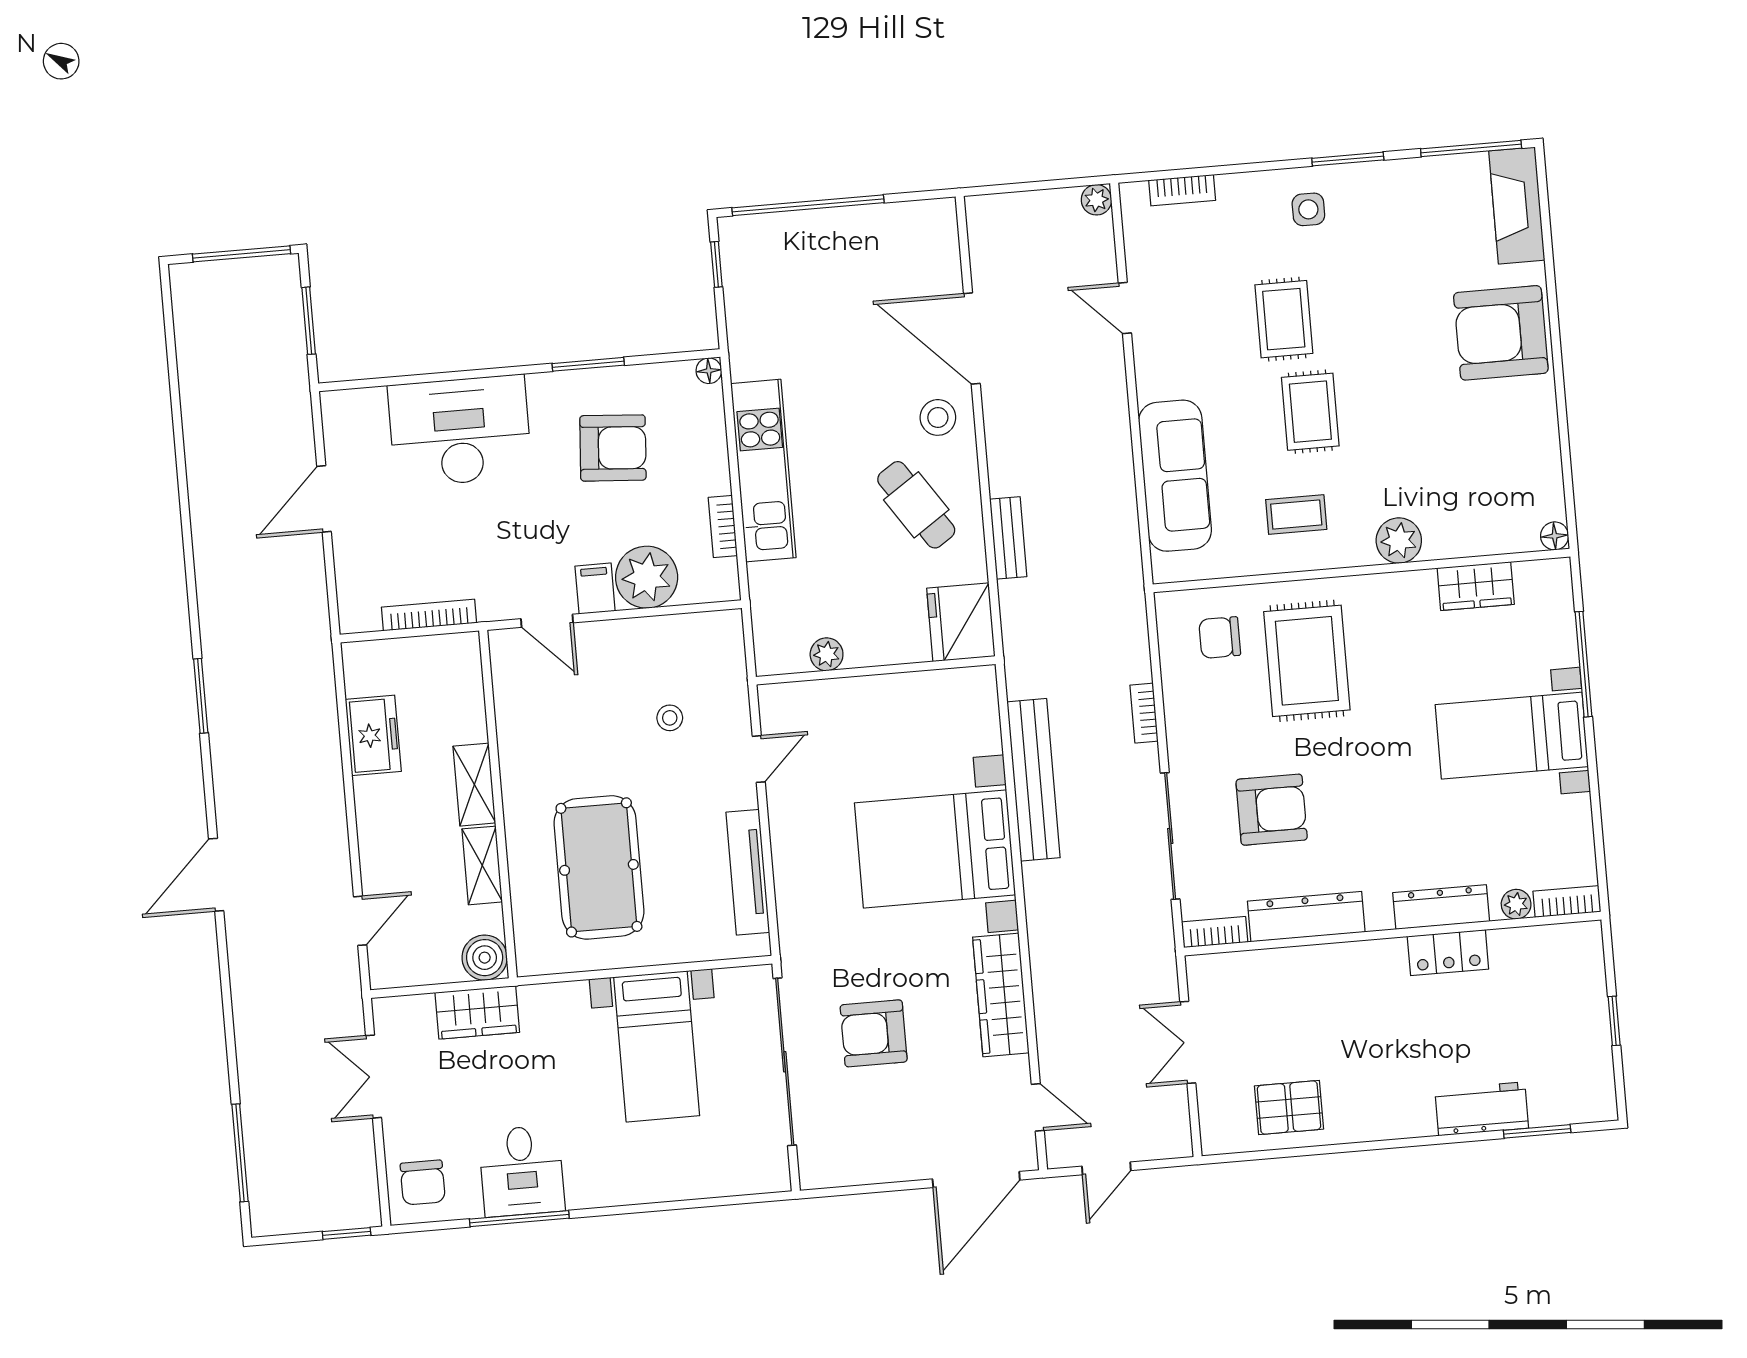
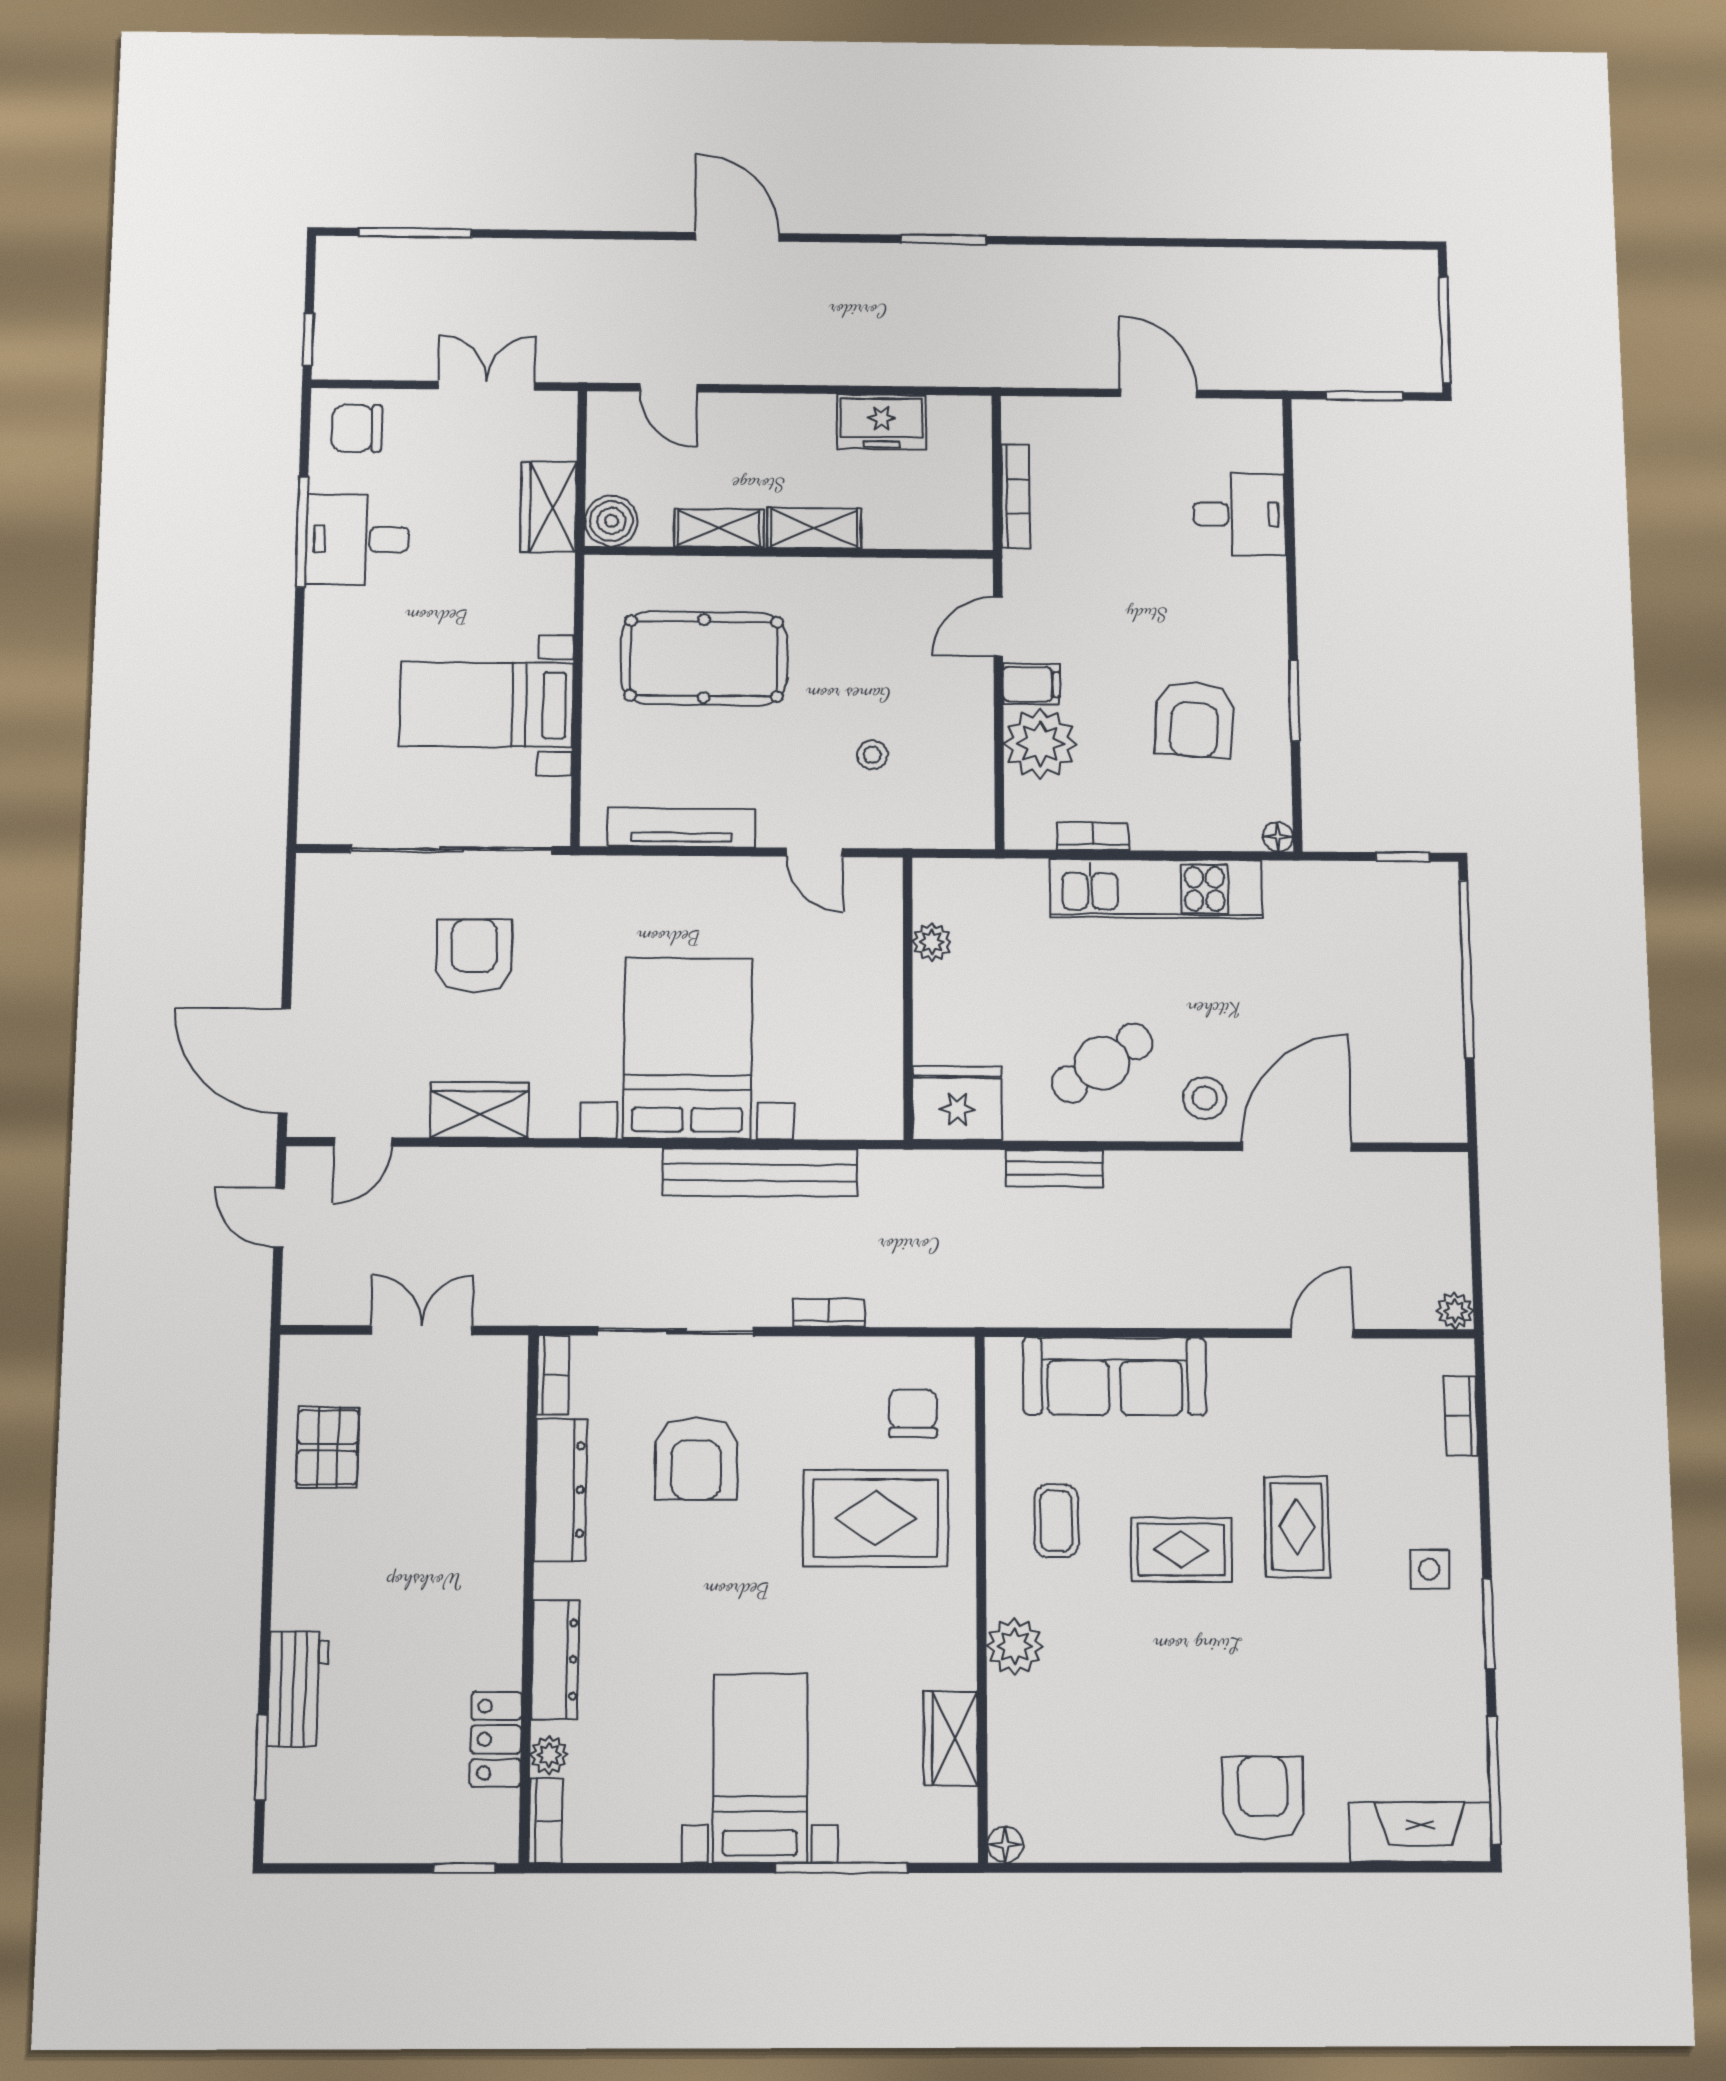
rug: (1284, 319) -> (1297, 1527), turned 90
armchair: (1501, 333) -> (1263, 1798), width x0.73, depth x0.73
desk: (460, 431) -> (1239, 514), width x0.53, depth x0.77
locker: (1448, 953) -> (496, 1739), moved
wardrobe: (1001, 995) -> (480, 1110), width x0.67
window: (1614, 1021) -> (464, 1868), moved

